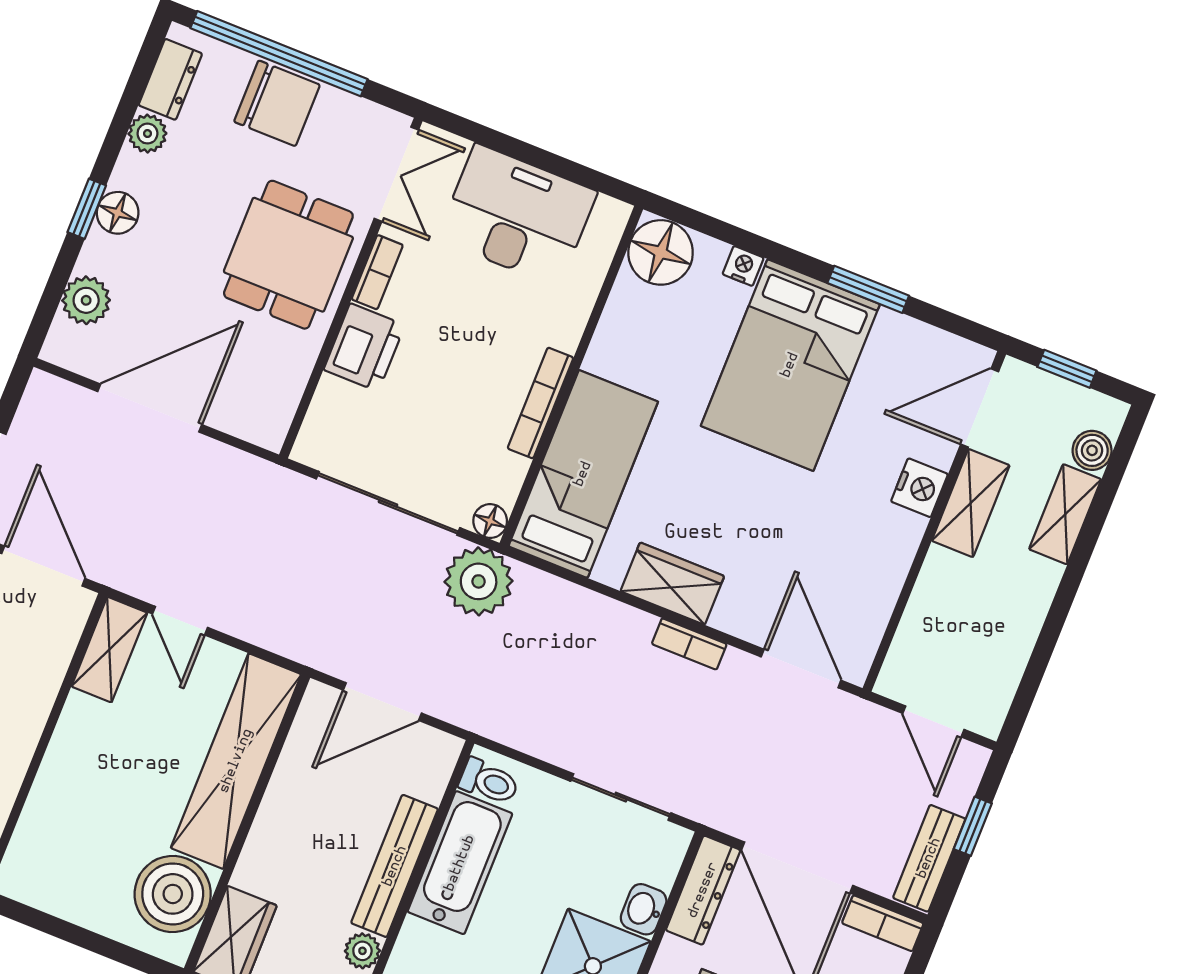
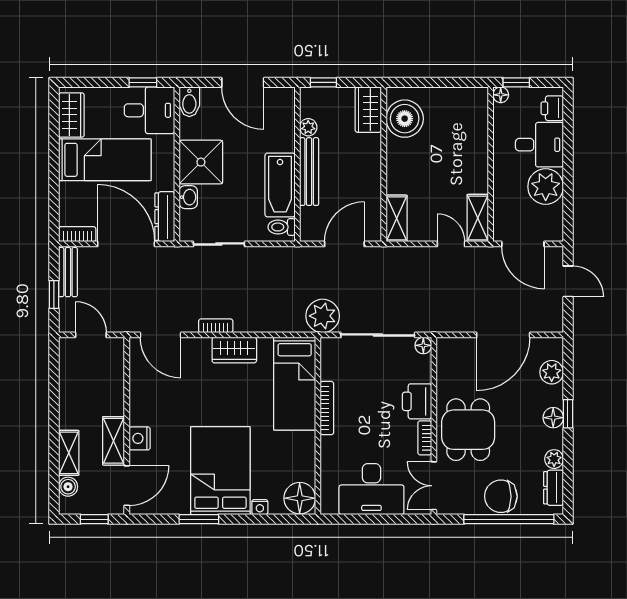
floor lamp: (490, 521) -> (423, 345), moved
shelving: (236, 761) -> (397, 218), width x0.45, depth x0.75

